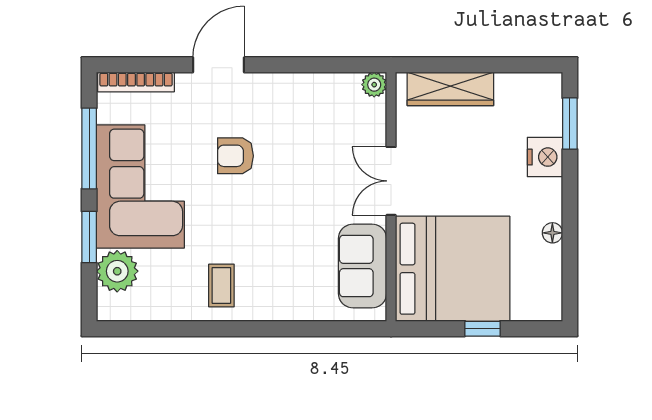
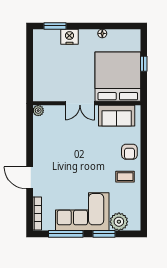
wardrobe: (450, 89) -> (40, 78), removed
armchair: (235, 156) -> (129, 152), moved

